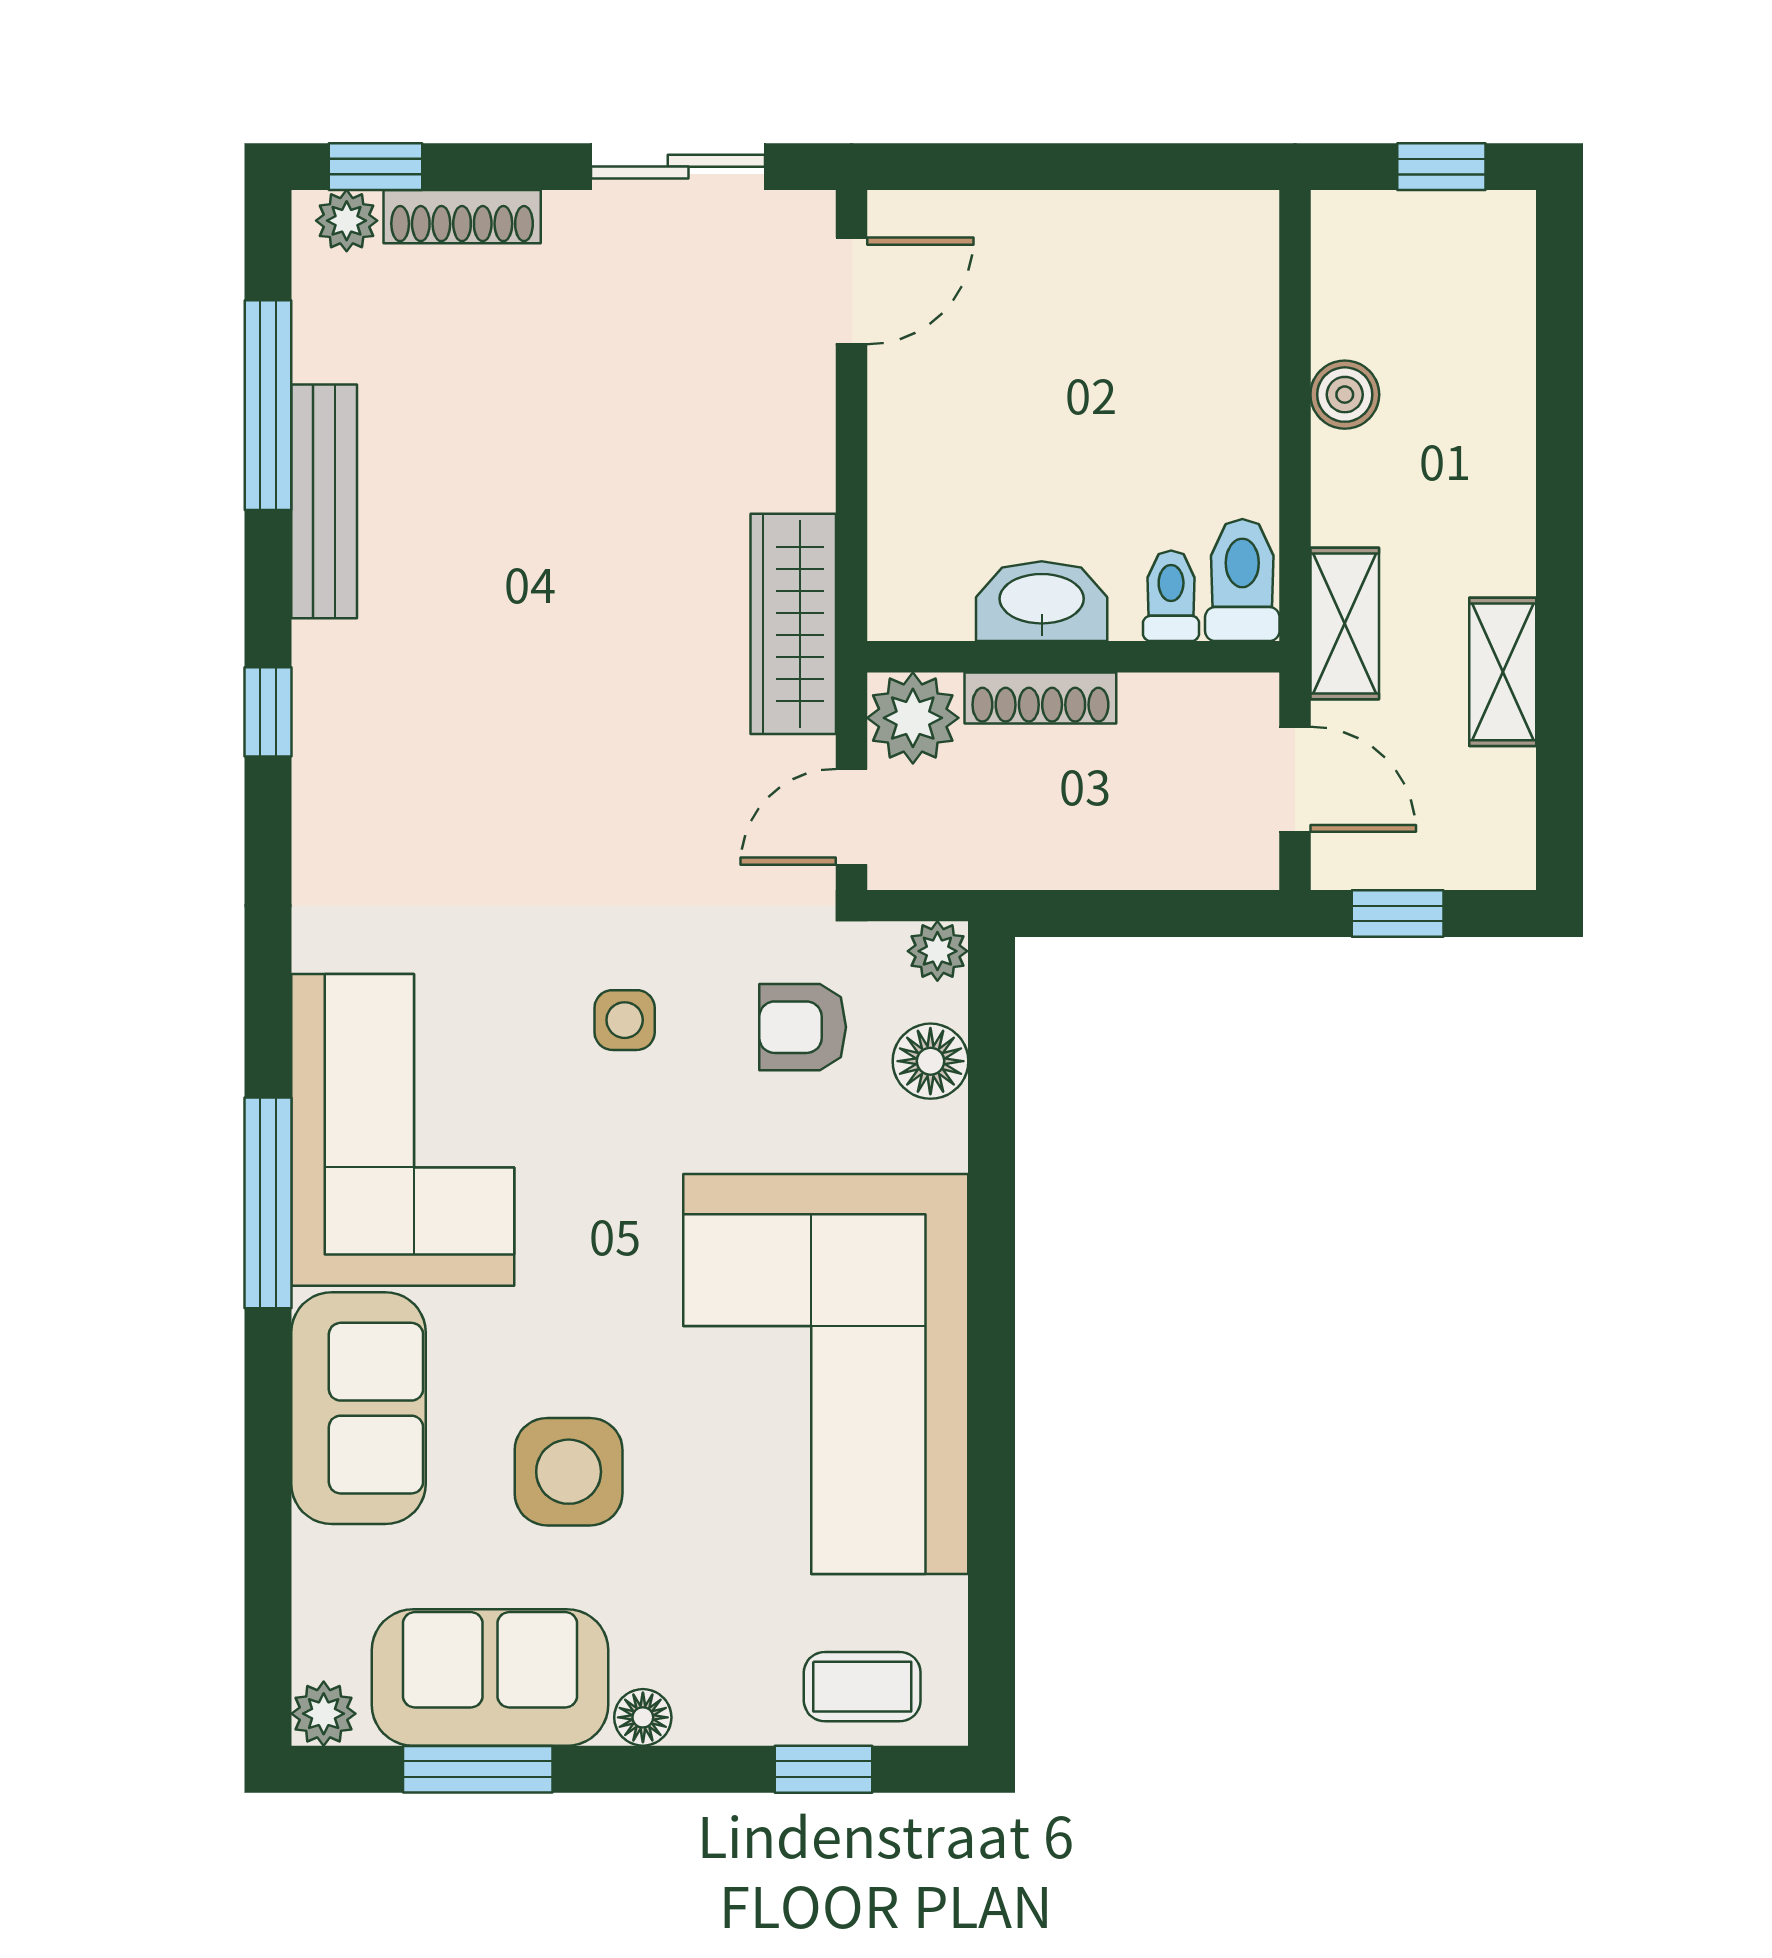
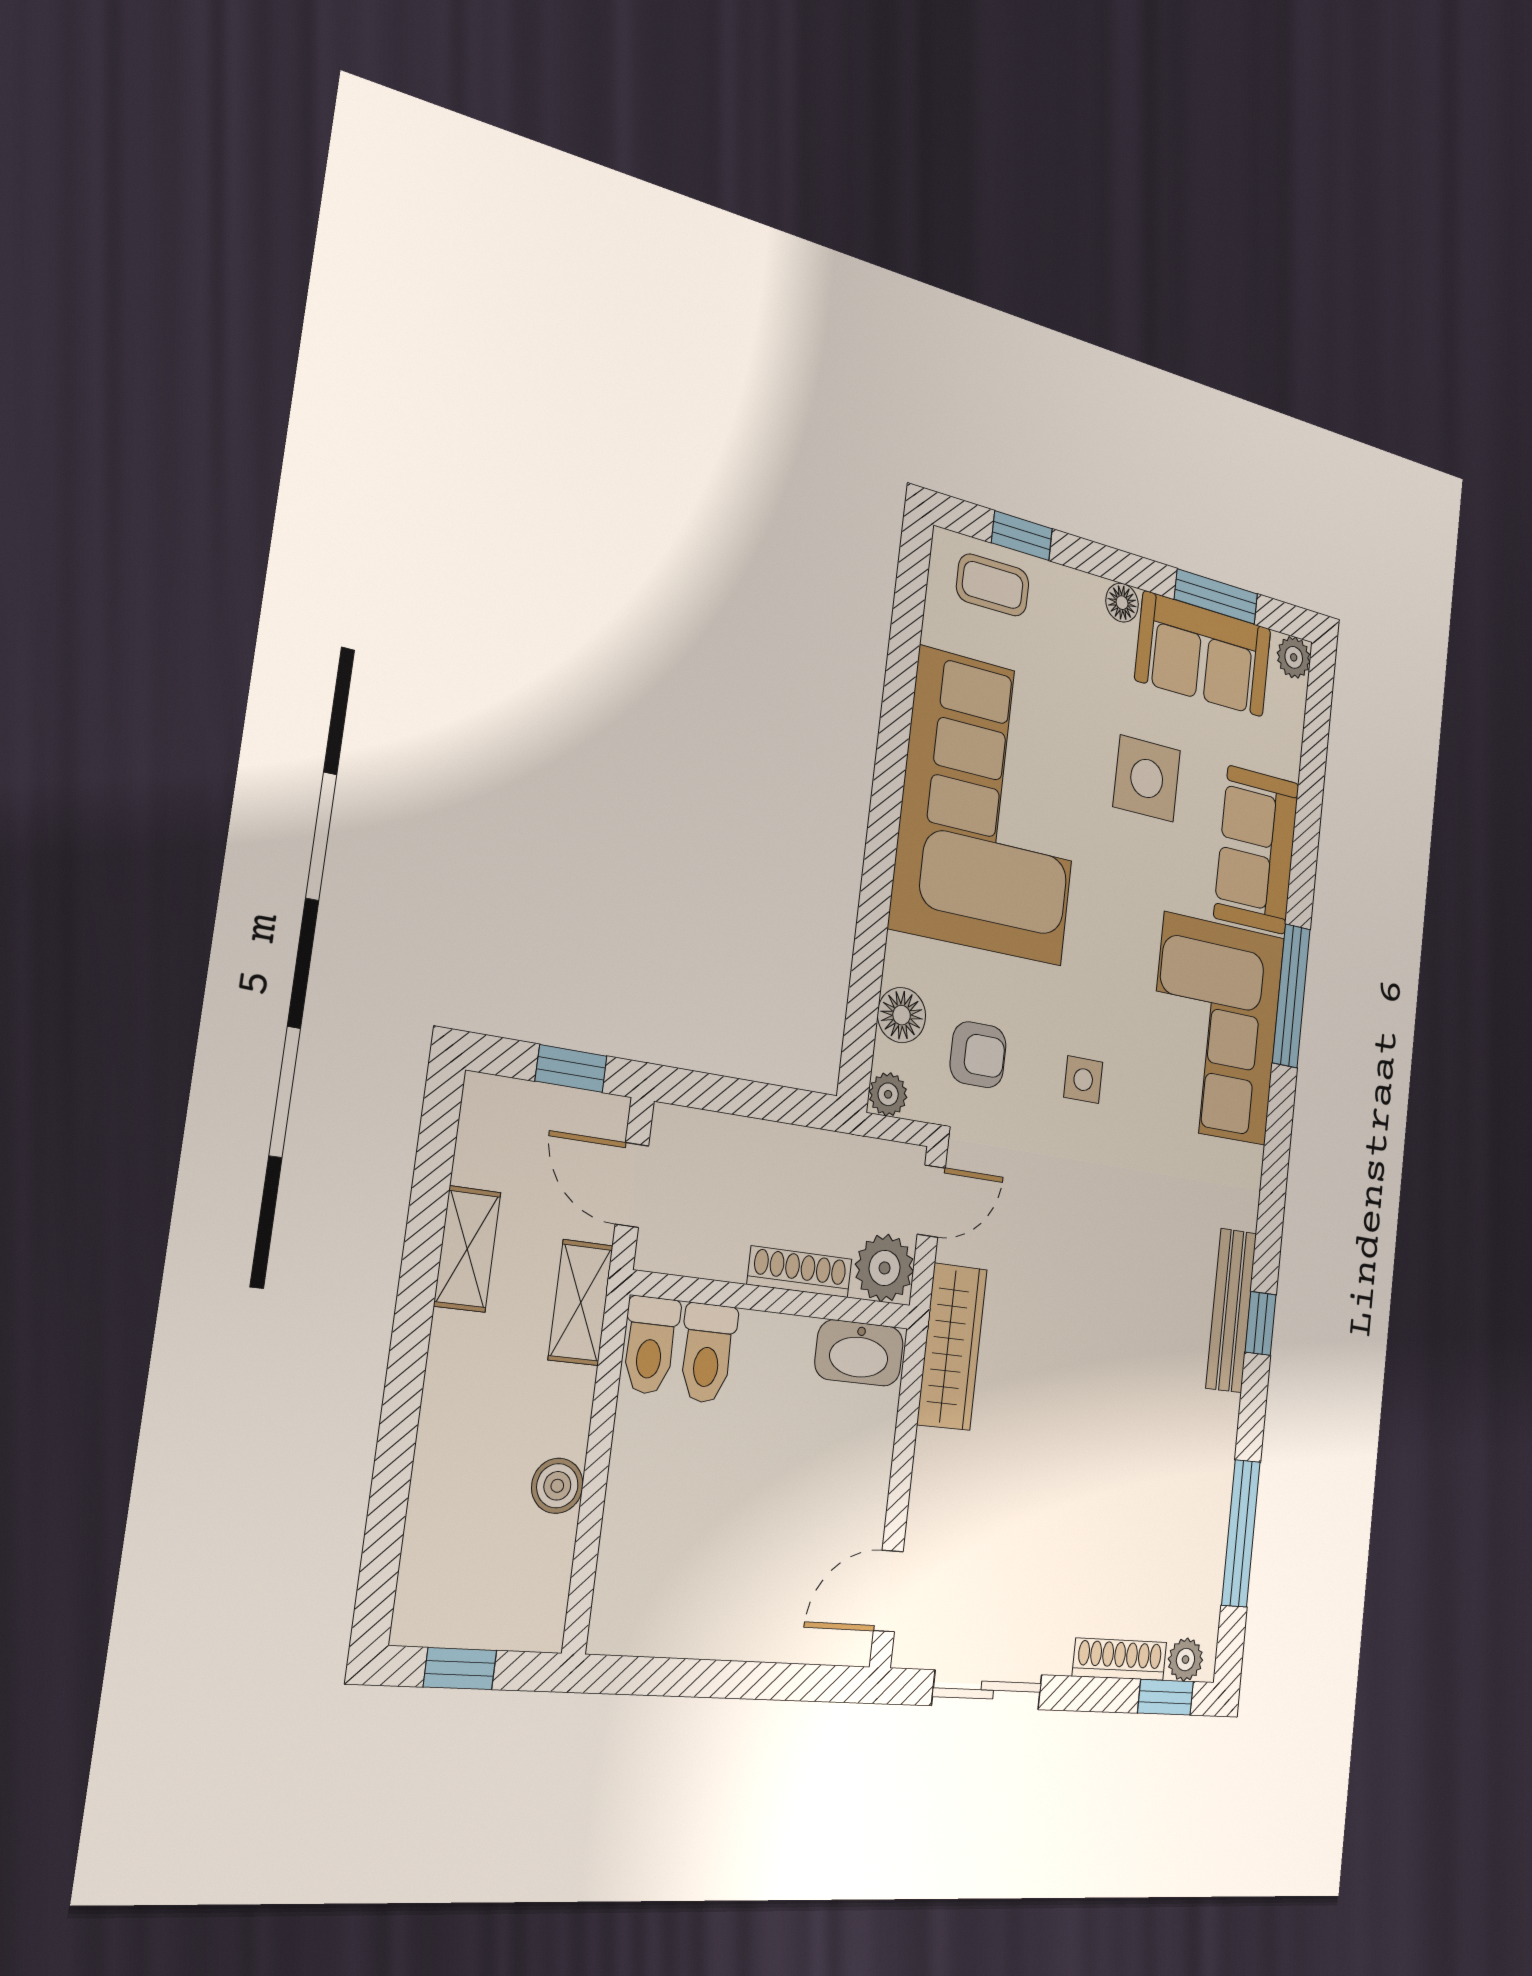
bench: (324, 501) -> (1231, 1310), moved
toilet: (1171, 596) -> (707, 1353), width x1.37, depth x1.39
washbasin: (1042, 601) -> (859, 1353), moved

